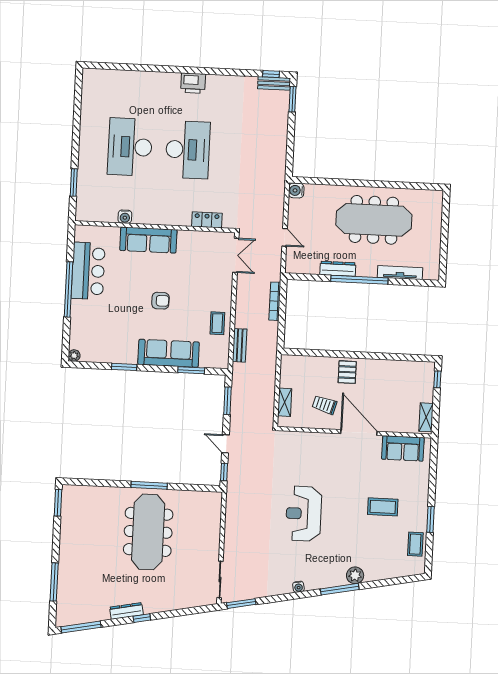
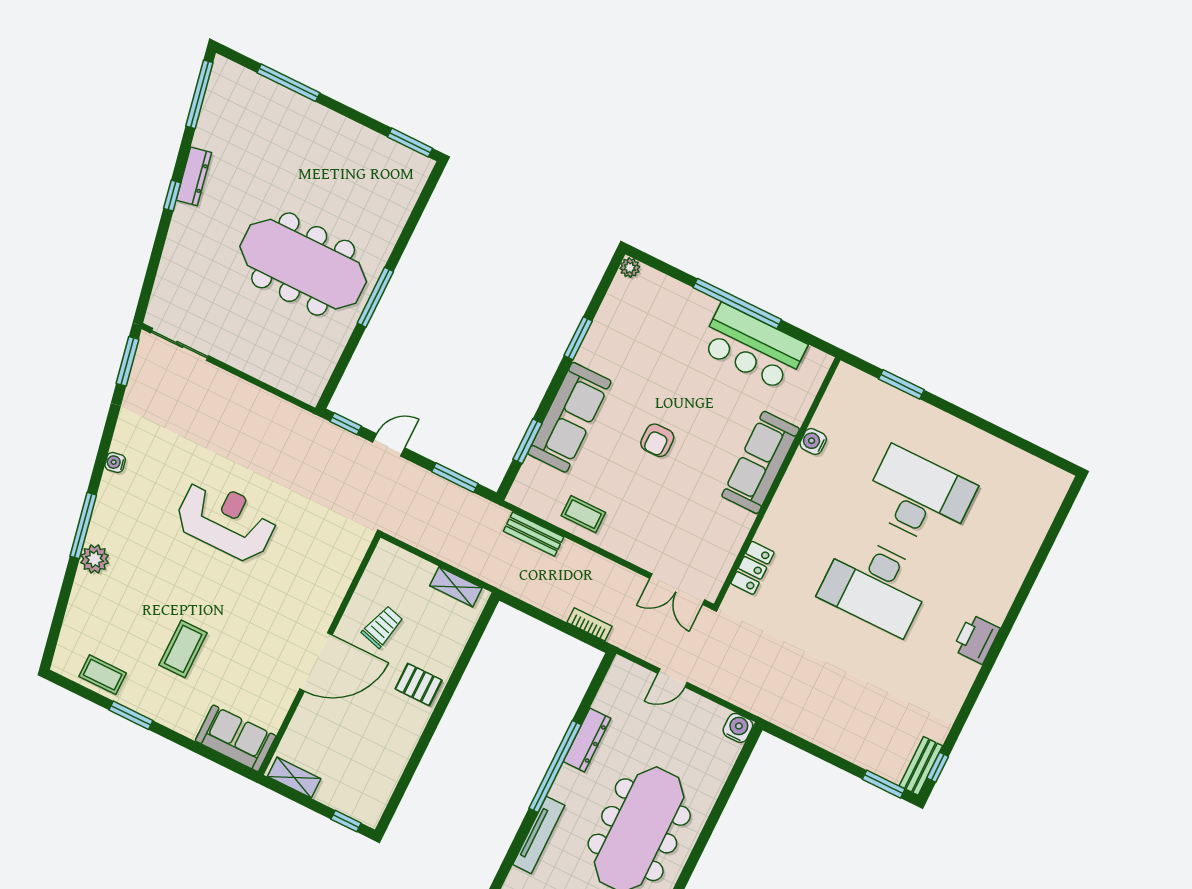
bookcase: (275, 301) -> (590, 624), width x0.64
shelving: (285, 402) -> (456, 587), moved
sofa: (403, 448) -> (236, 738), moved, turned 90

